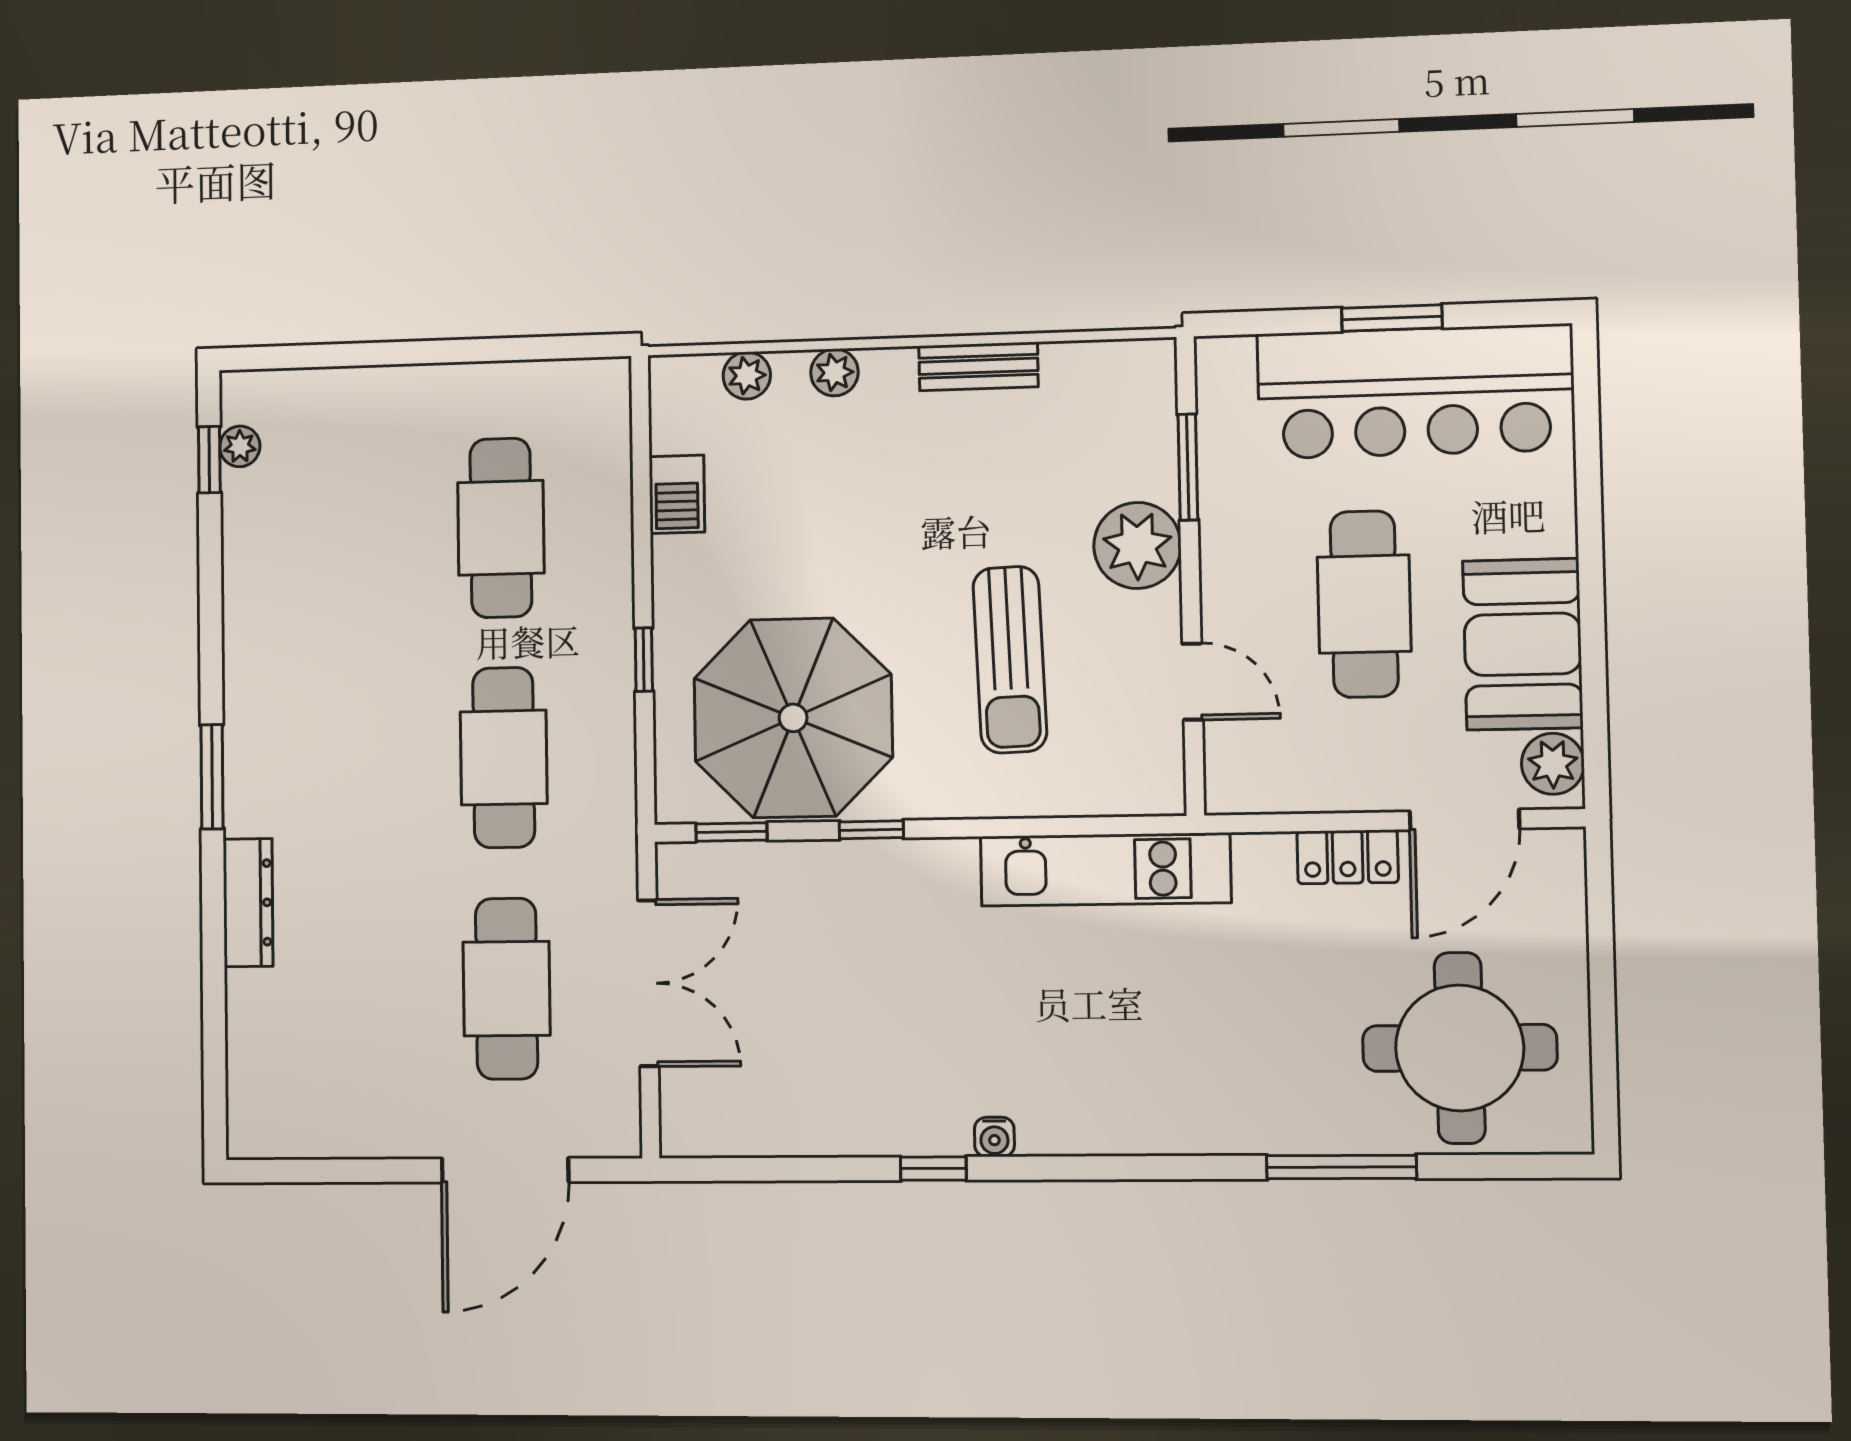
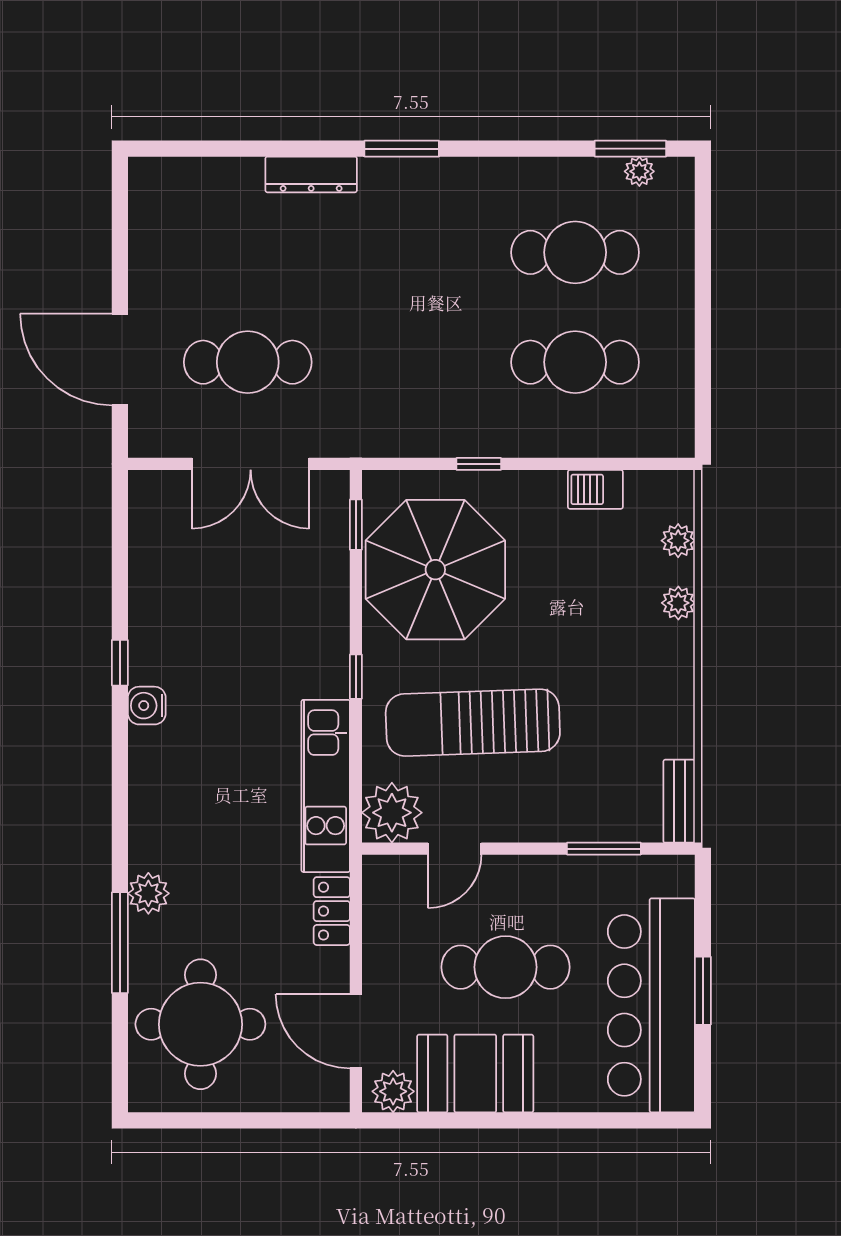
bench: (978, 366) -> (679, 801), moved
window: (209, 460) -> (630, 149), width x1.50
plant: (1137, 546) -> (392, 813), moved
sun lounger: (1010, 660) -> (473, 723), width x1.36, depth x1.34
cafe table: (504, 758) -> (575, 252), moved
window: (871, 830) -> (356, 677), moved
locker: (1348, 857) -> (332, 911), moved
plant: (1268, 1126) -> (148, 893), added
water cooler: (994, 1137) -> (147, 706), width x1.38, depth x1.38

